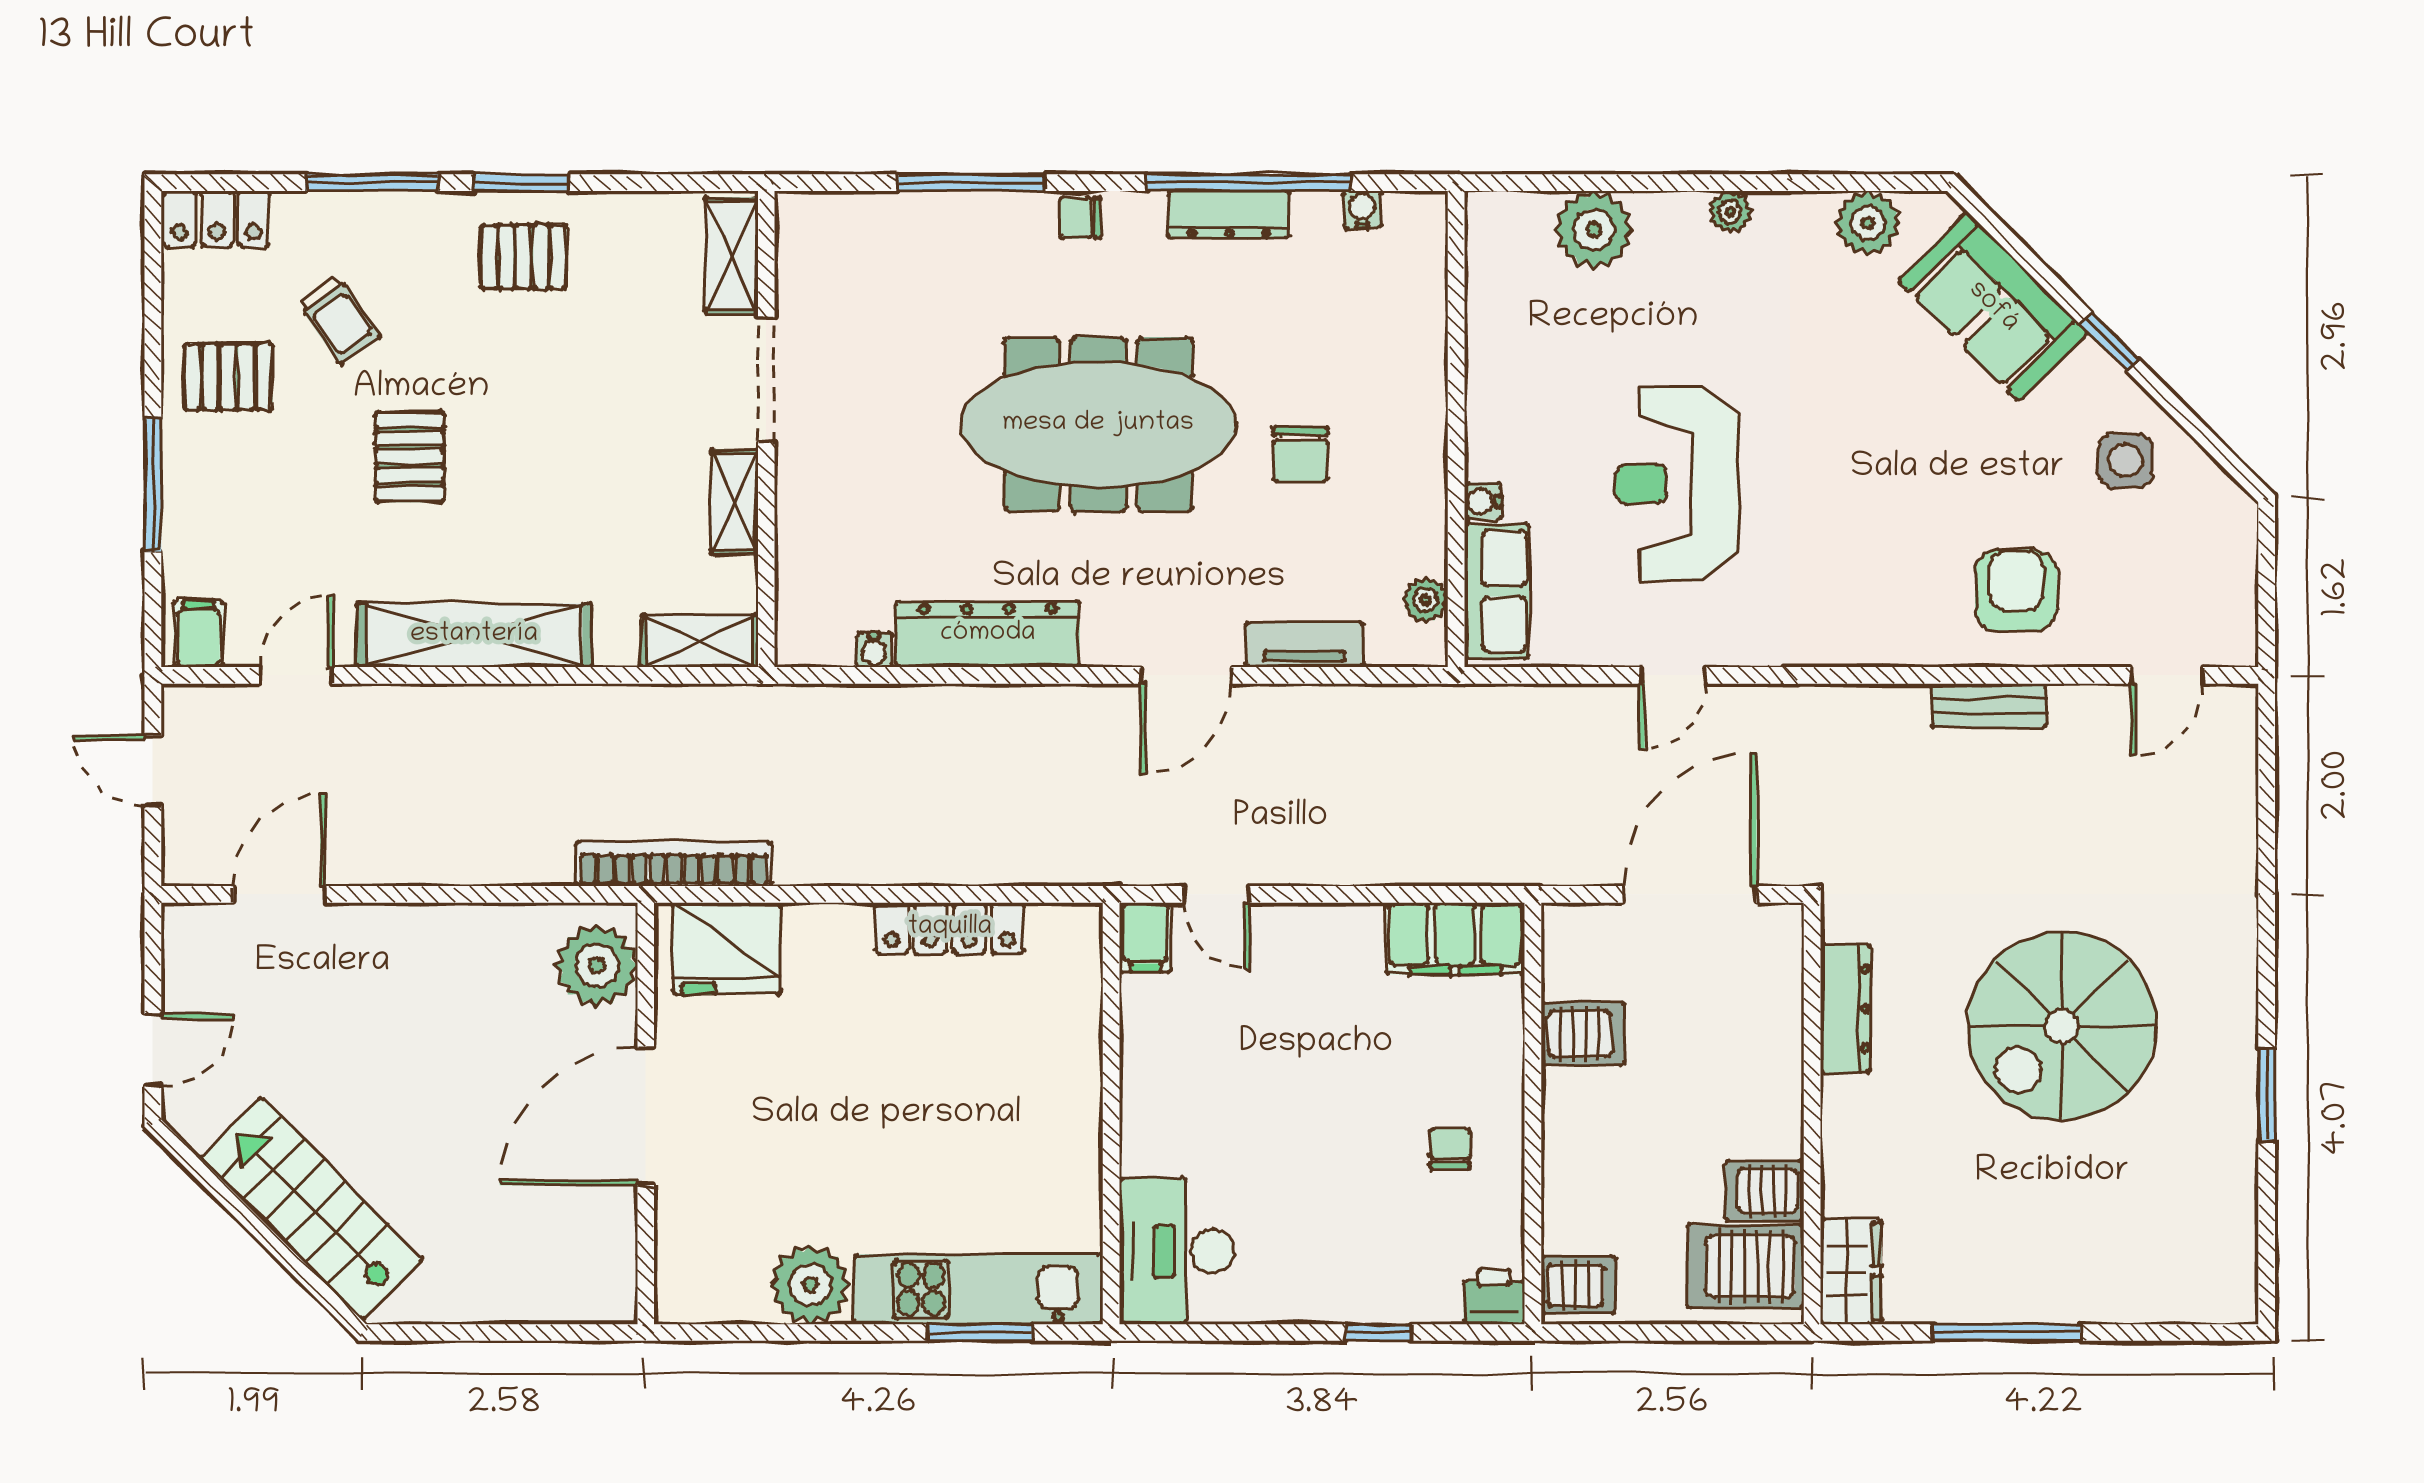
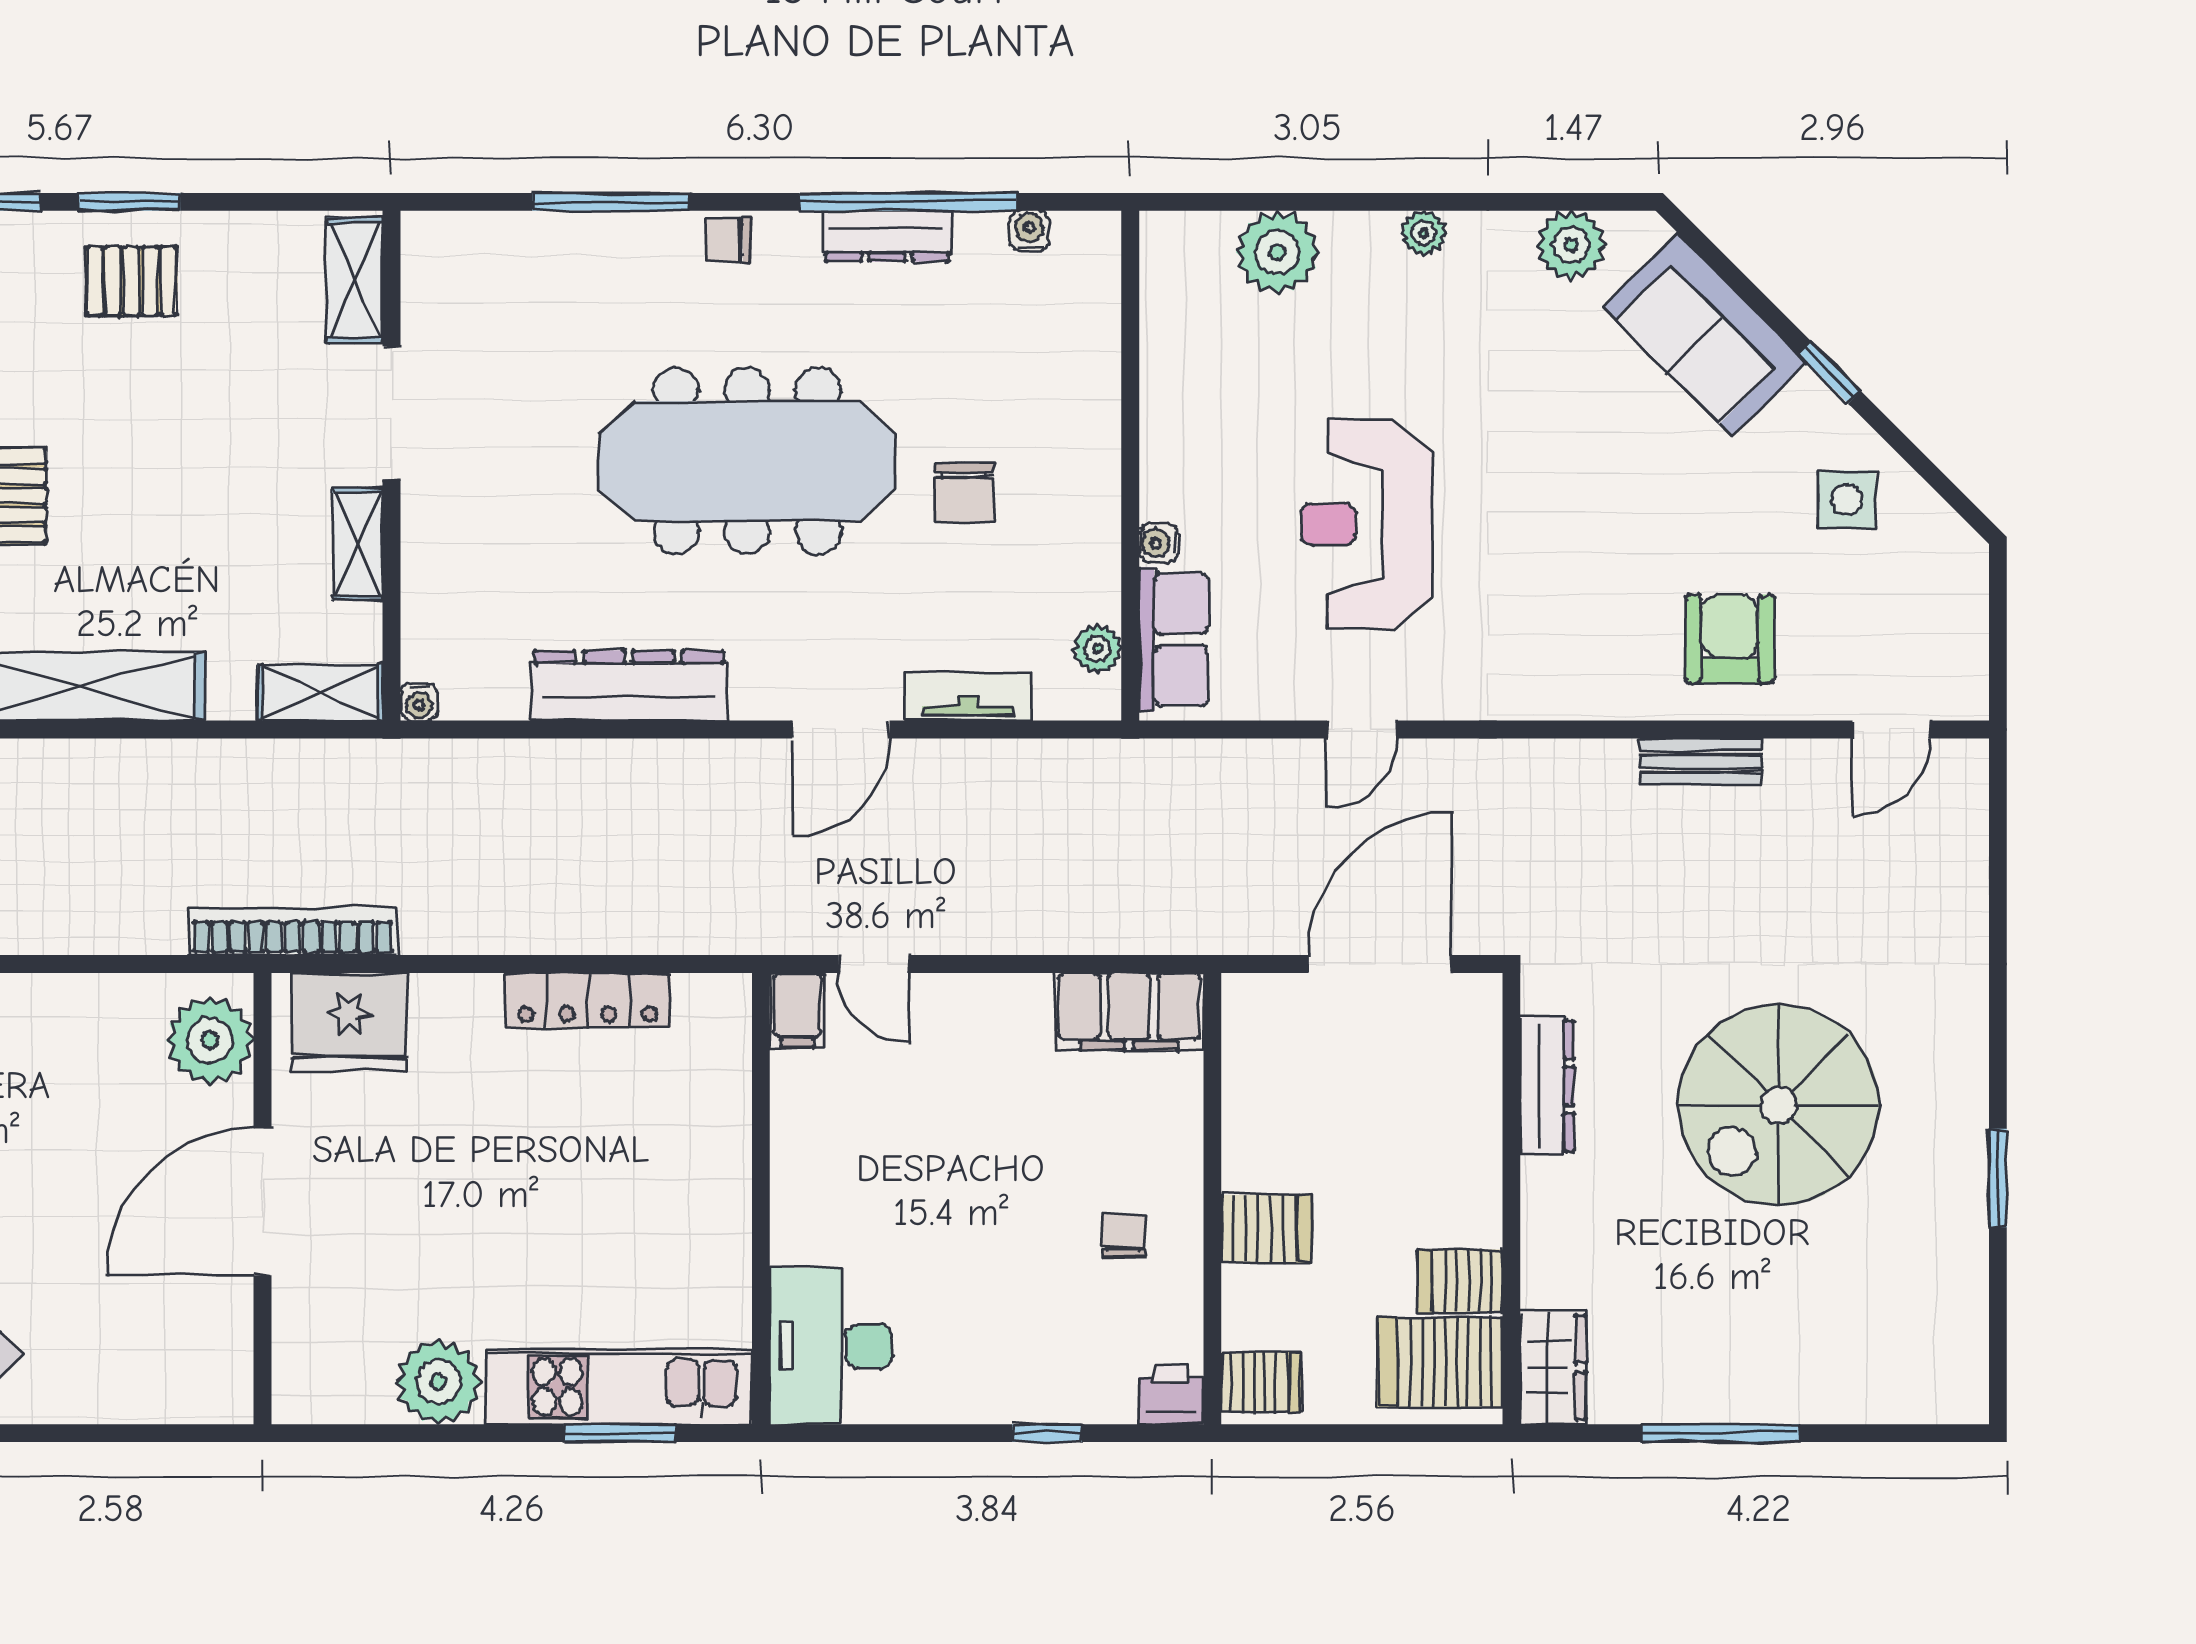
water cooler: (874, 650) -> (419, 702), moved
server rack: (1583, 1034) -> (1266, 1229), moved

